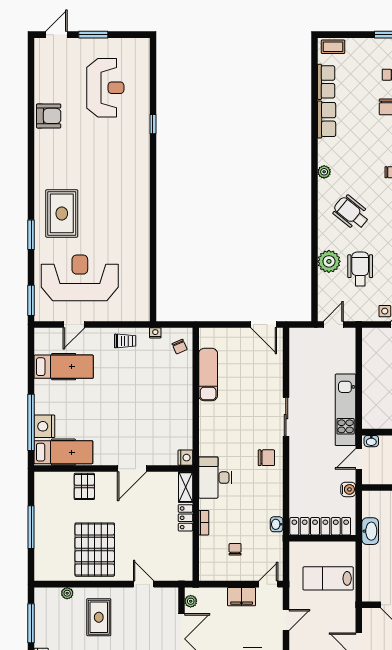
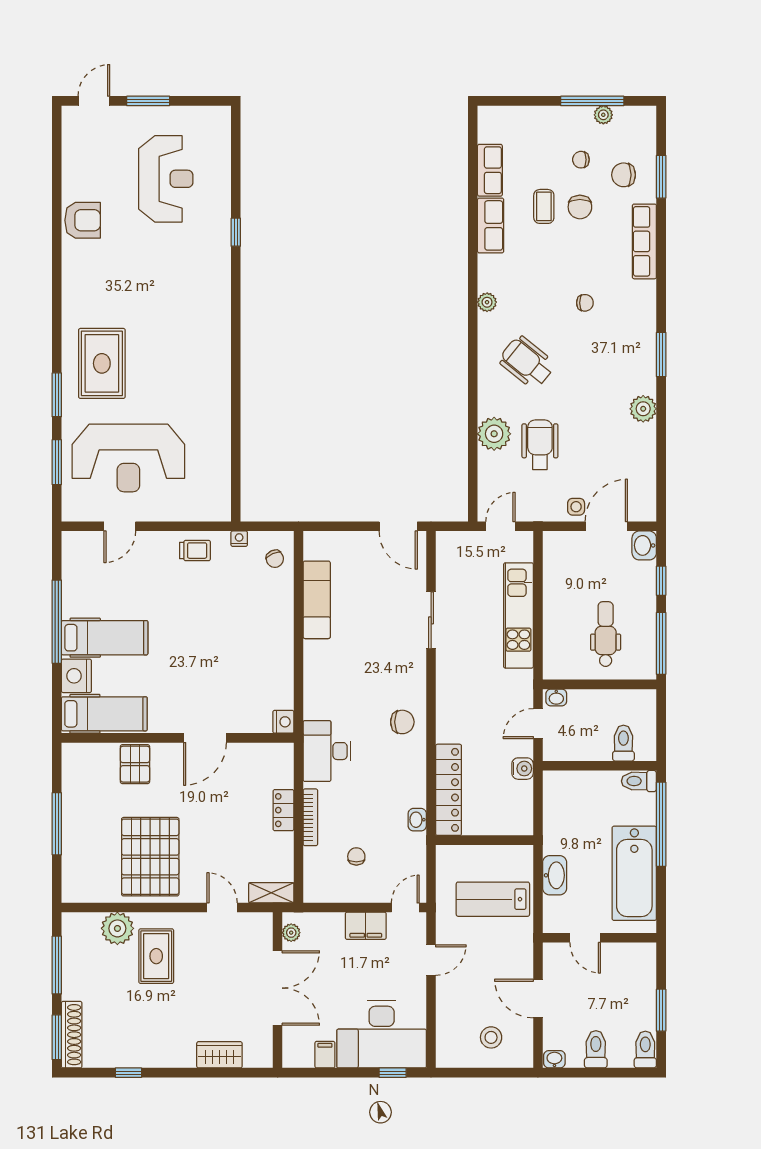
coffee table: (333, 47) -> (544, 206), moved, turned 90
reception desk: (80, 278) -> (128, 458), turned 180
window: (31, 300) -> (57, 462), moved
hospital bed: (64, 367) -> (105, 638), moved
kitchen unit: (346, 410) -> (518, 615), moved
sliding door: (286, 417) -> (431, 620), moved
window: (31, 422) -> (57, 622), moved
shelving: (186, 487) -> (271, 893), moved, turned 90
bookcase: (204, 523) -> (310, 817), width x1.56
locker: (320, 526) -> (449, 790), moved, turned 90
washbasin: (370, 531) -> (555, 875), moved
plant: (67, 593) -> (117, 928), width x1.88, depth x1.88

